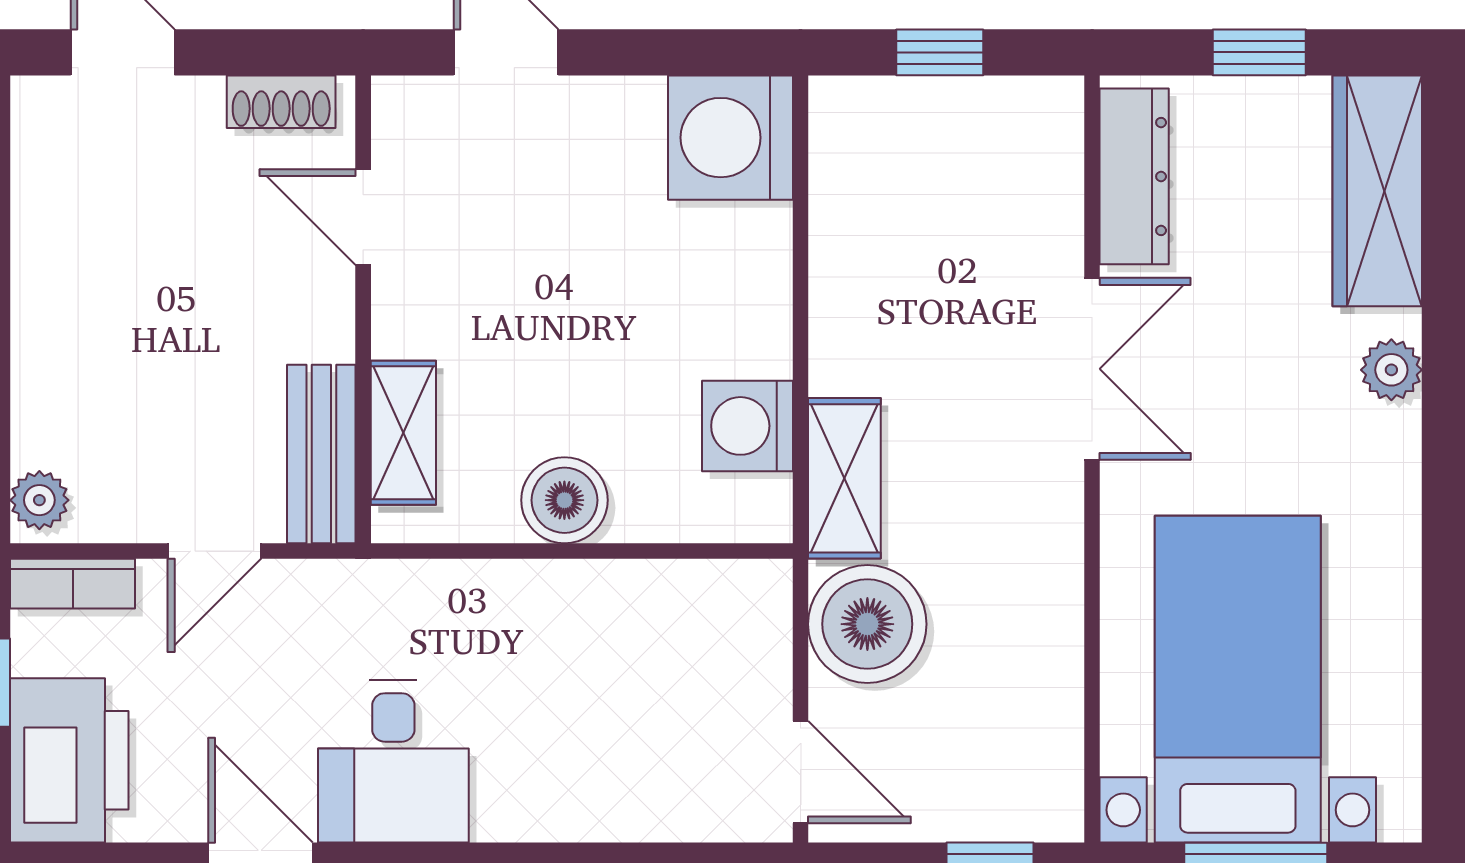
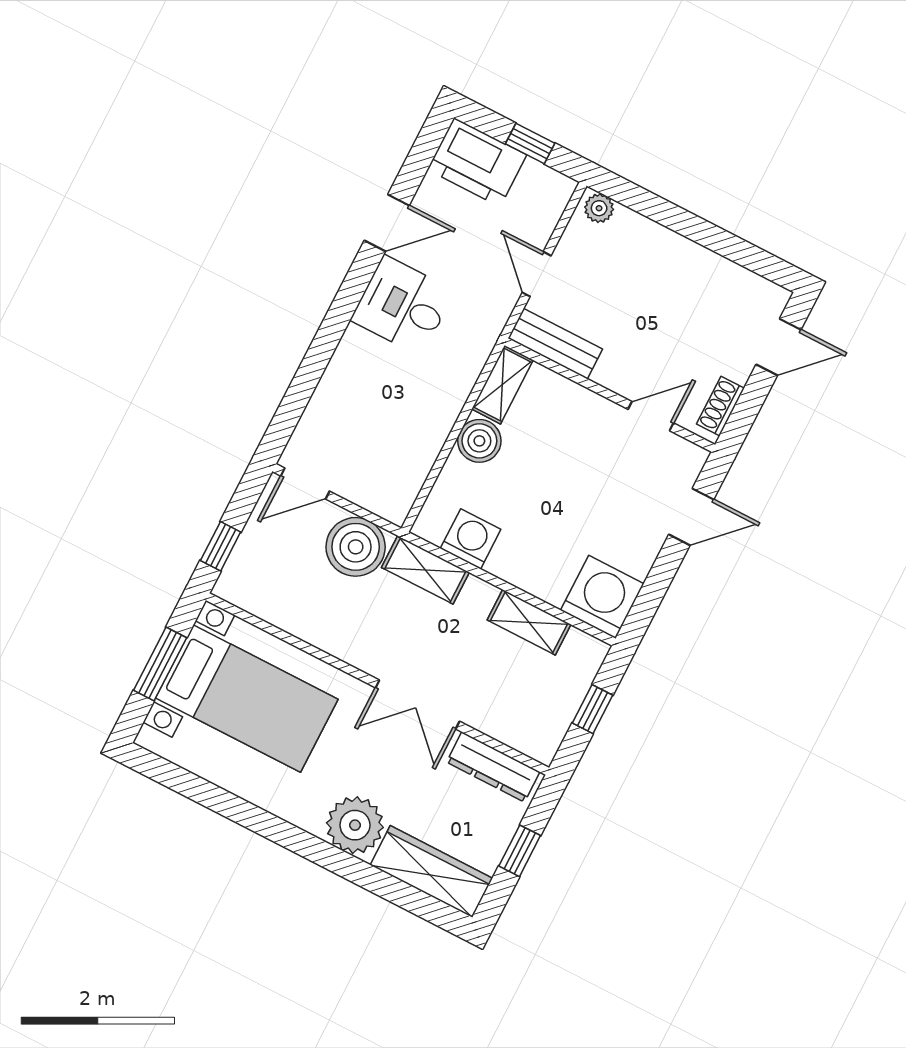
shelving: (843, 245) -> (529, 622), added
plant: (1391, 370) -> (355, 825), width x1.88, depth x1.88
shelving: (403, 433) -> (502, 385), moved, turned 90
bookcase: (73, 584) -> (554, 204), removed

